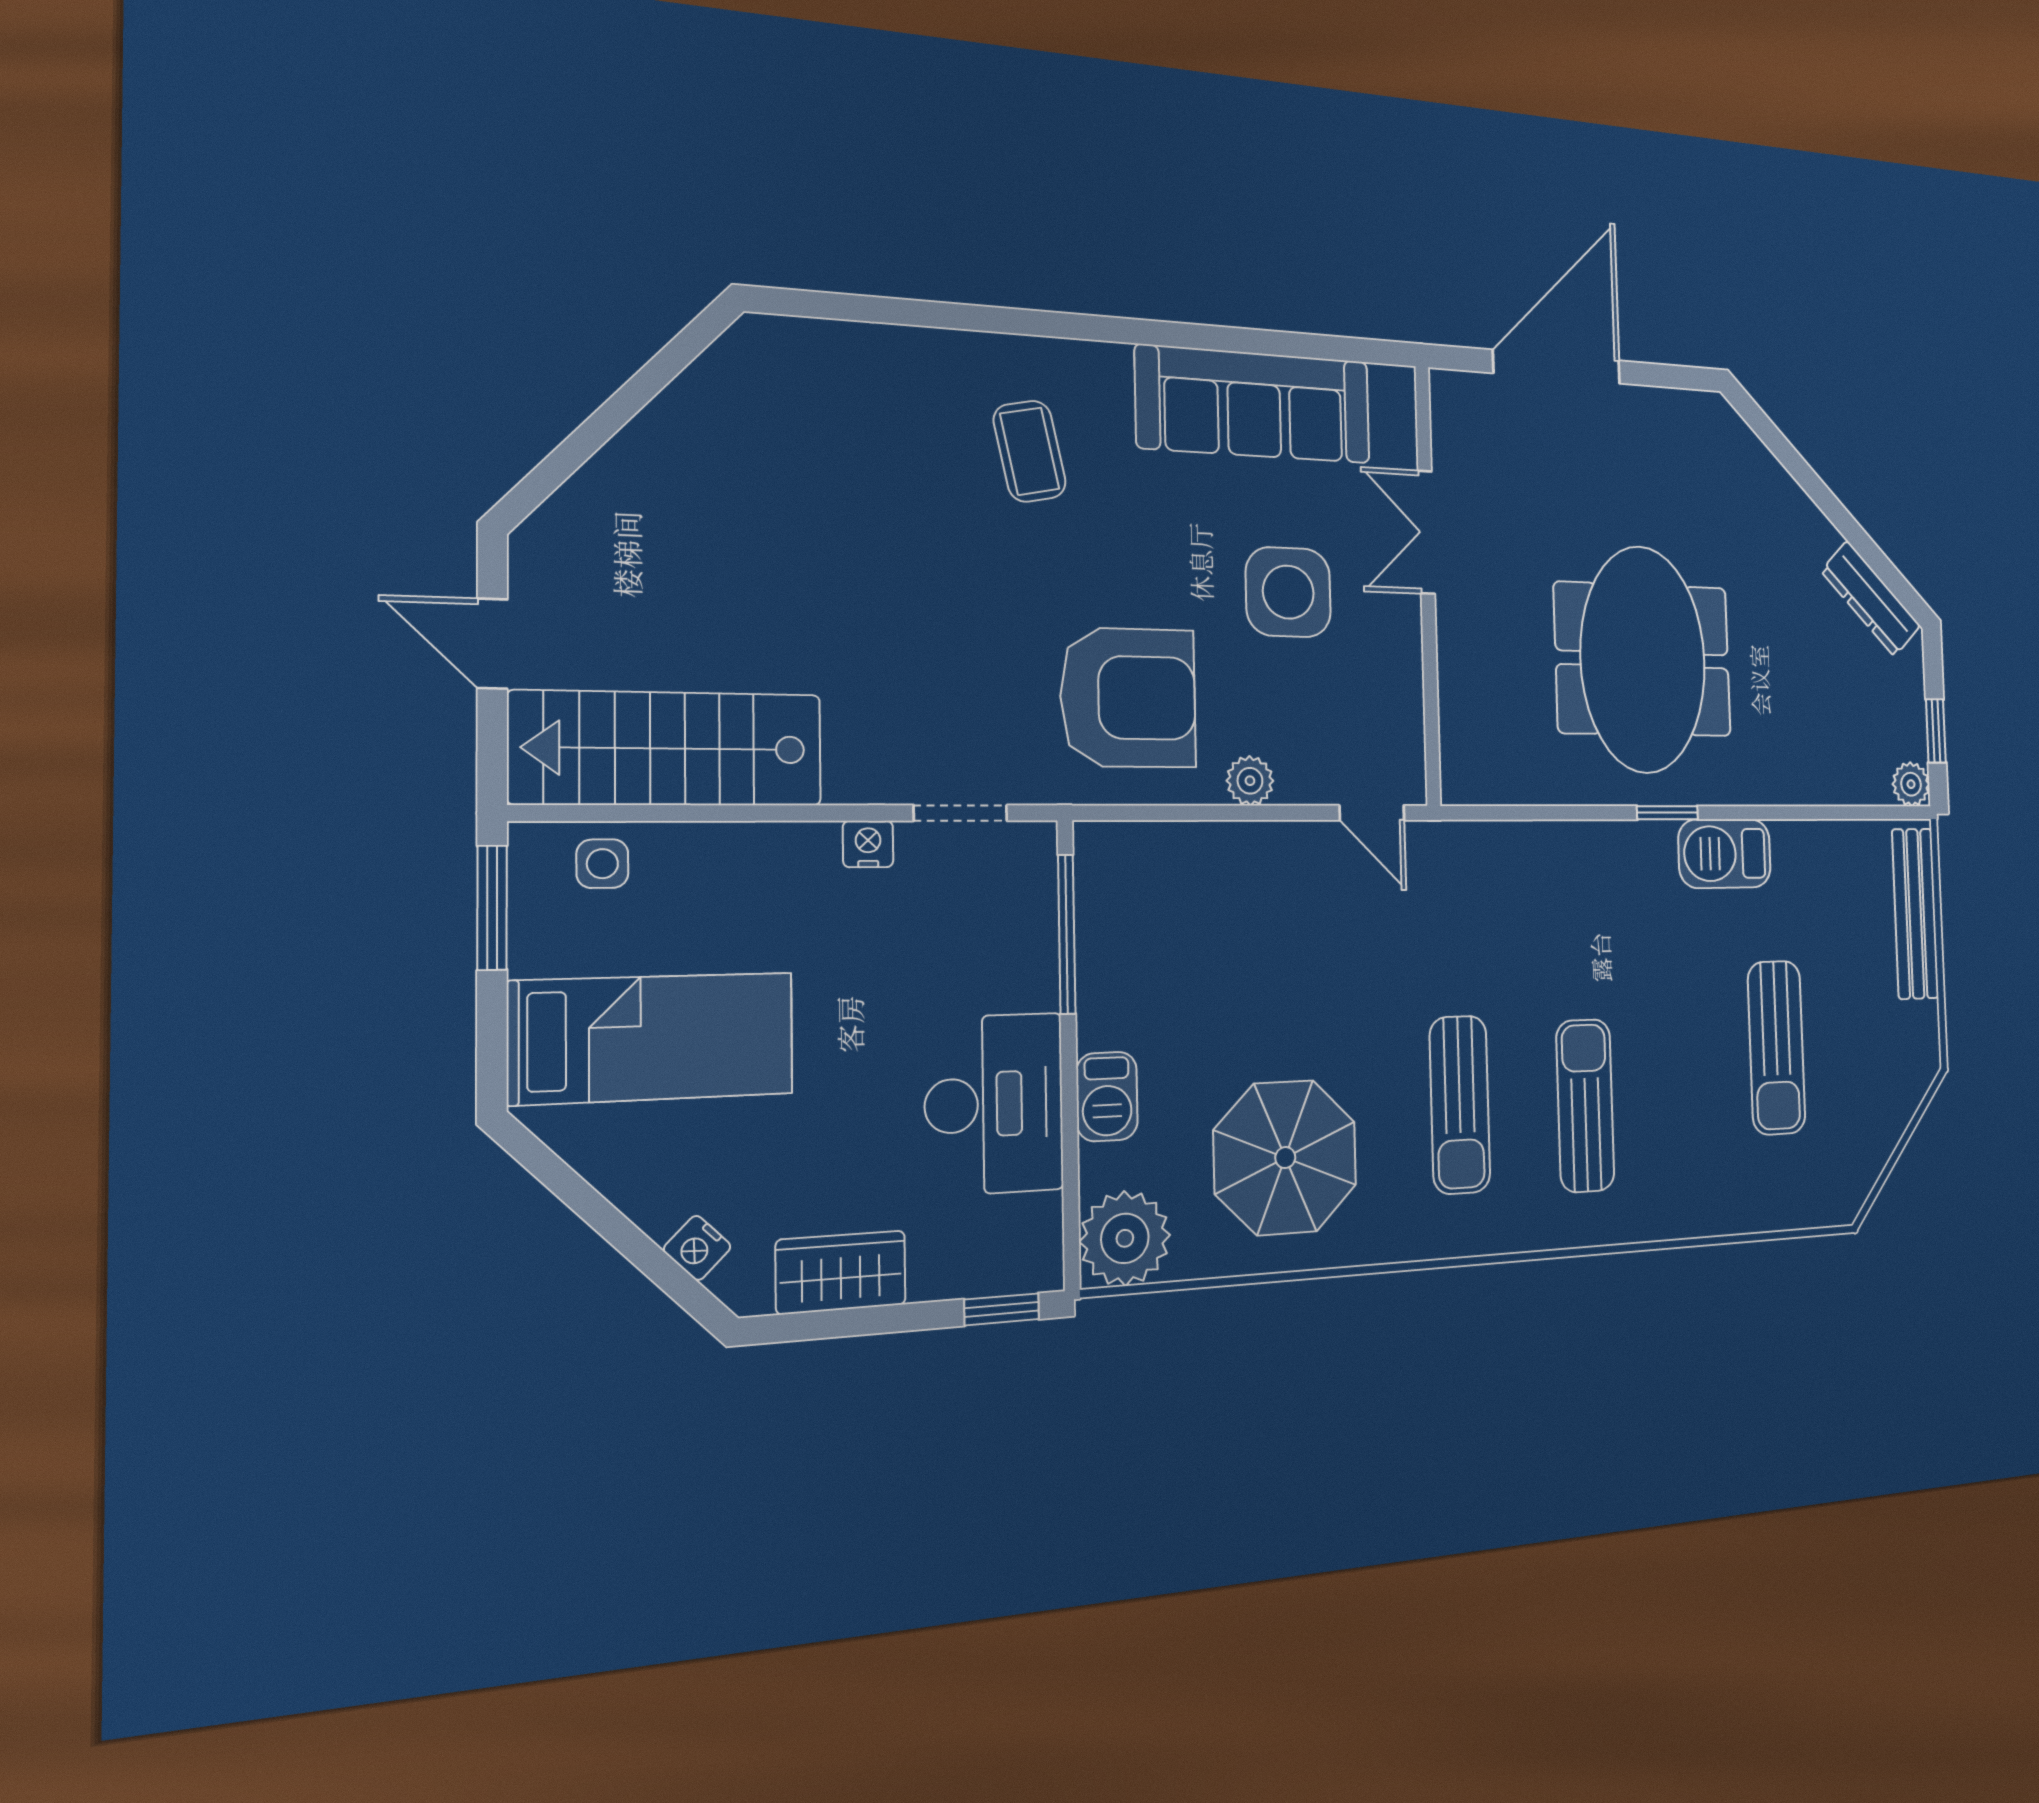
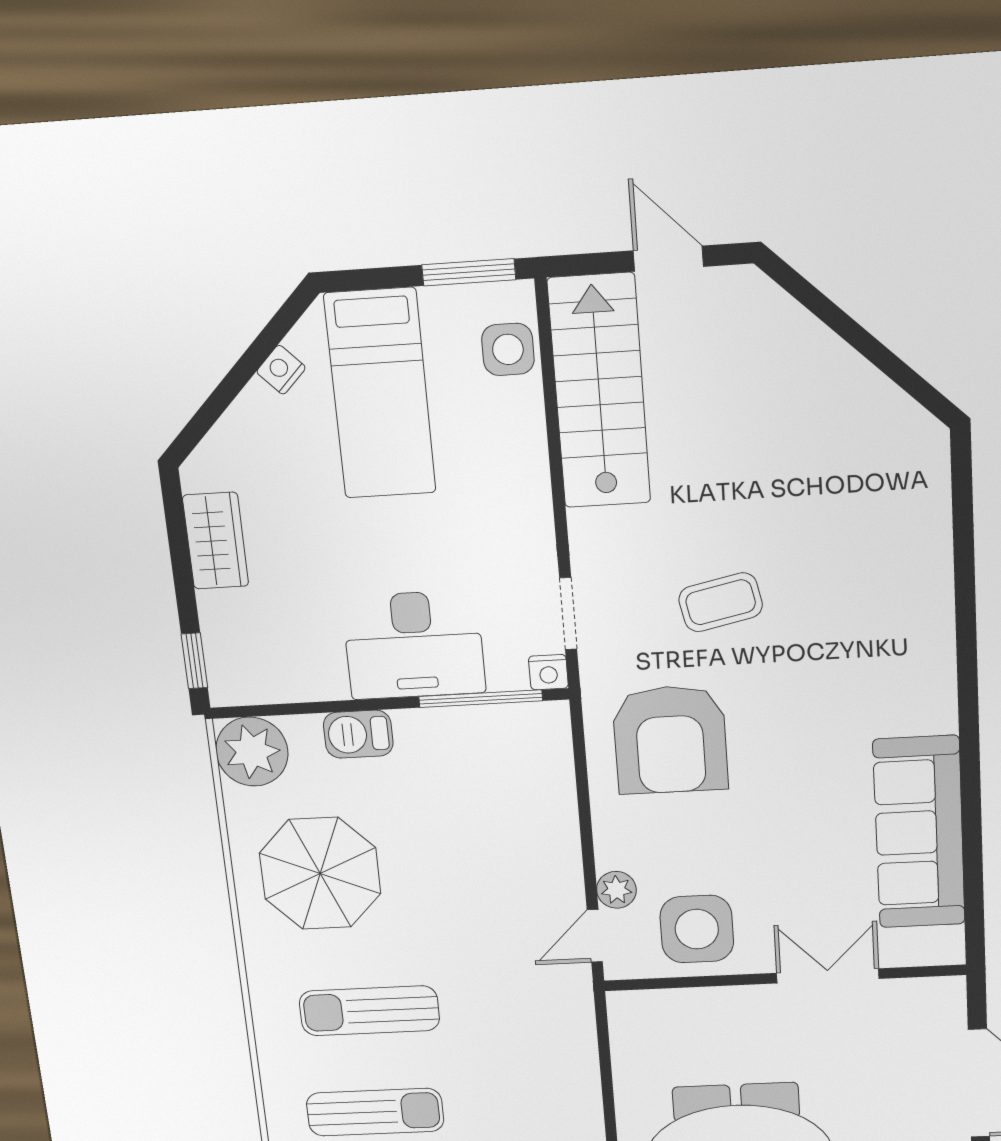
coffee table: (1030, 451) -> (721, 602), moved
side table: (1288, 592) -> (697, 929), moved
door: (492, 644) -> (668, 259), hinge flipped
plant: (1250, 781) -> (616, 890), moved
nightstand: (868, 844) -> (548, 672), moved, turned 90
side table: (602, 864) -> (508, 349), width x1.37, depth x1.37
desk: (994, 1104) -> (414, 645), moved
nightstand: (697, 1248) -> (281, 370), moved

